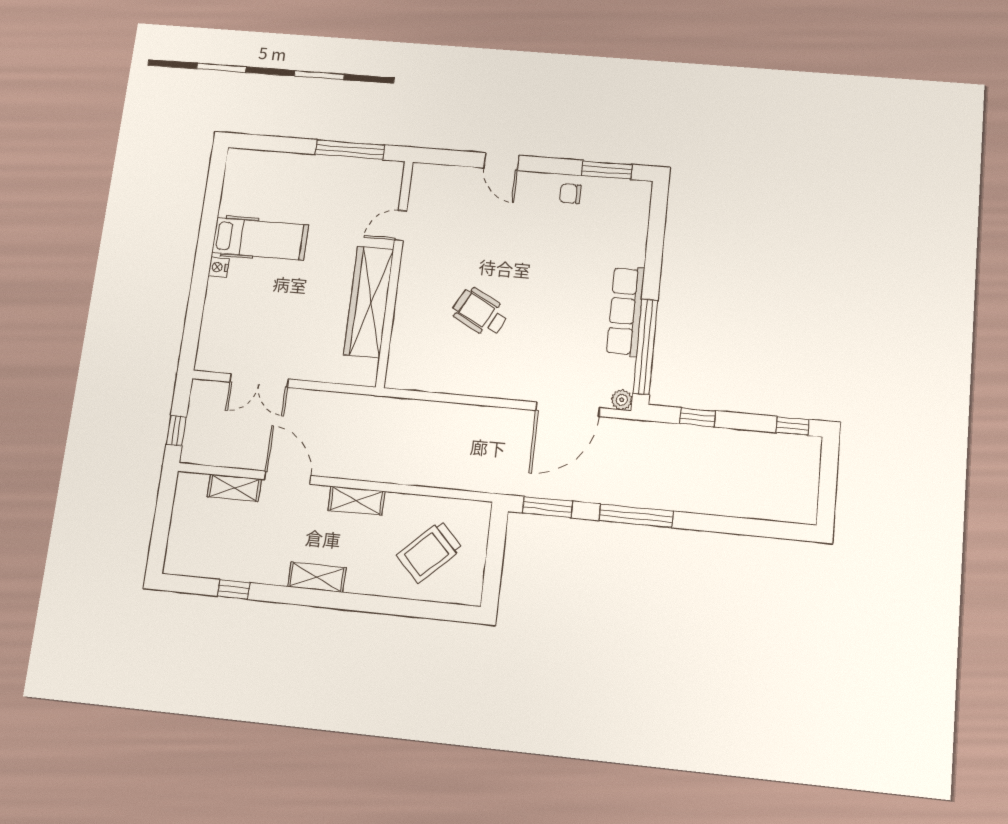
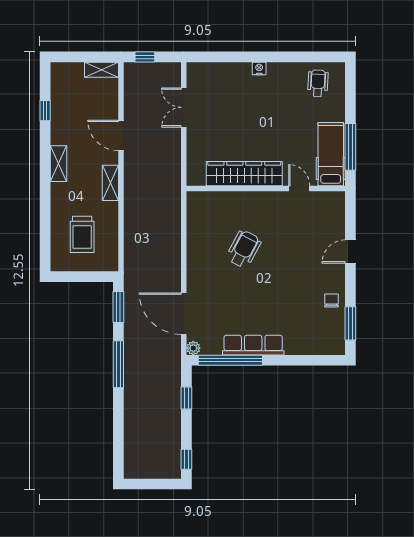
wheelchair: (252, 187) -> (318, 83), added
hospital bed: (260, 239) -> (331, 154), moved, turned 180
door: (287, 478) -> (121, 135), swing flipped
shelving: (234, 488) -> (101, 70), moved, turned 90
trolley: (429, 552) -> (82, 234), turned -136

